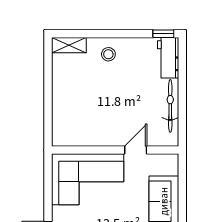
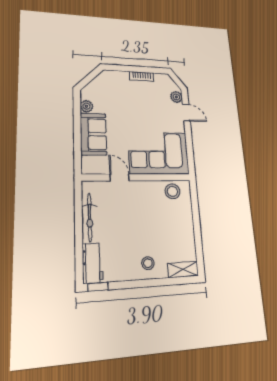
stool: (74, 133) -> (172, 191), added
door: (136, 150) -> (119, 177), swing flipped

